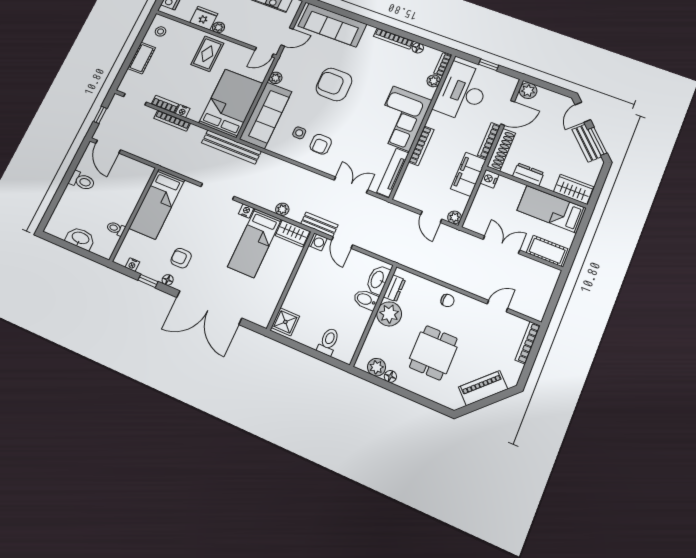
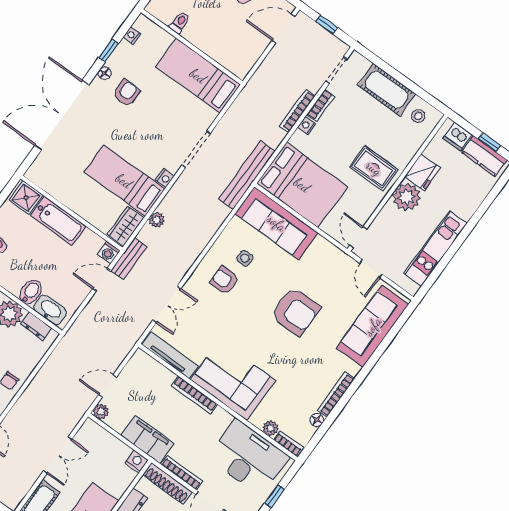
plant: (218, 27) -> (407, 197), width x1.87, depth x1.87
cot: (142, 58) -> (387, 90), width x1.37, depth x1.34
plant: (276, 78) -> (321, 244), removed
armchair: (334, 84) -> (295, 312), turned 90
bathtub: (300, 290) -> (58, 221), added

